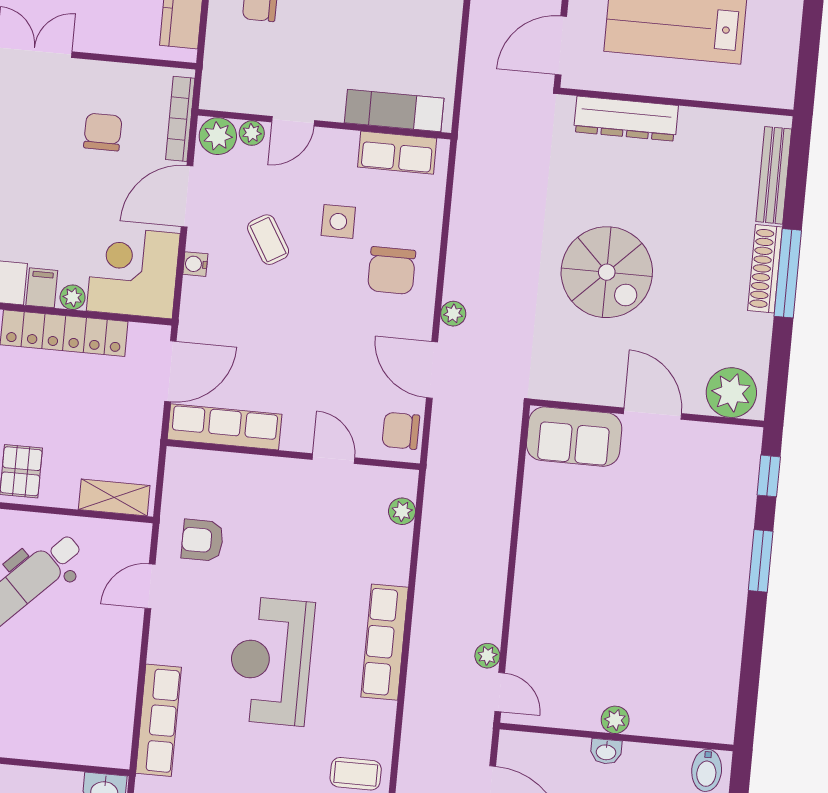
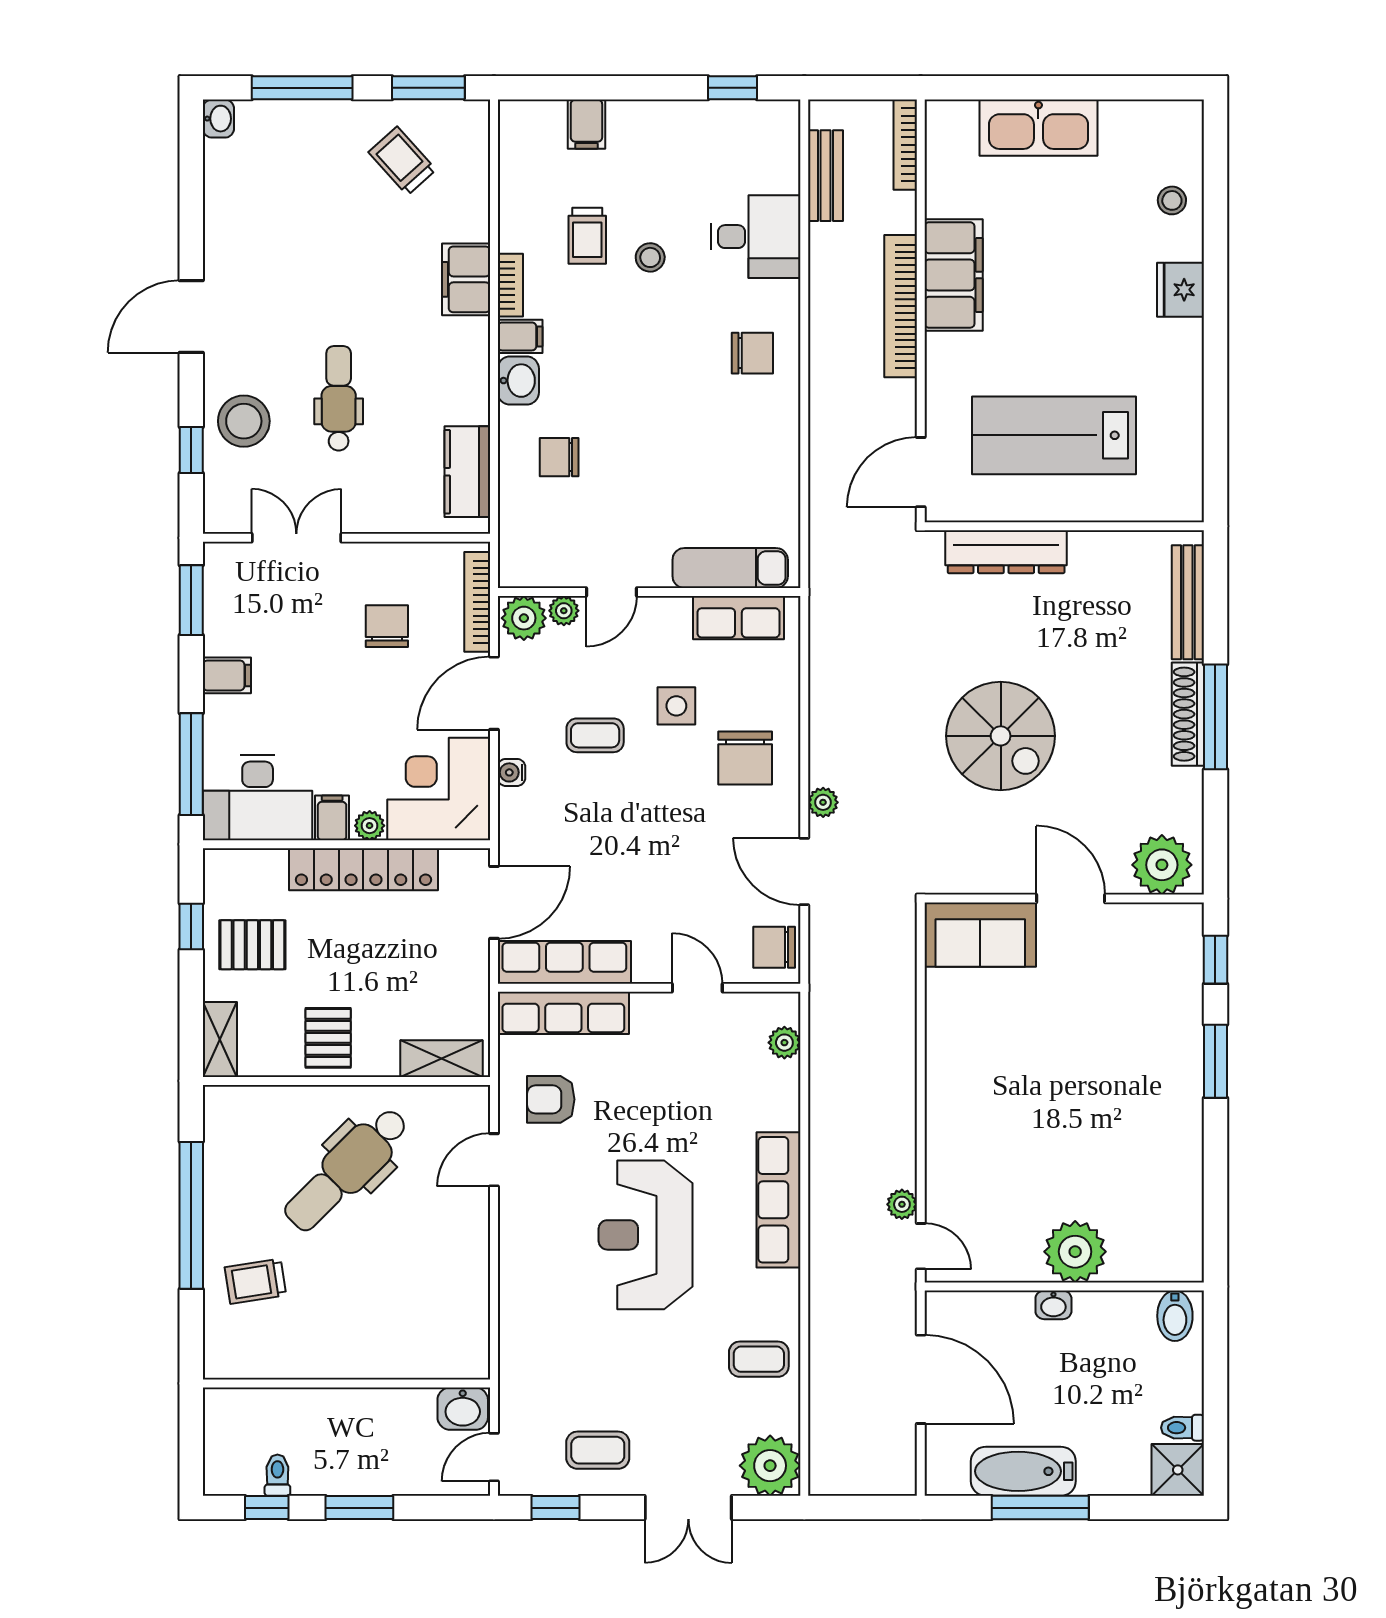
coffee table: (268, 240) -> (595, 735), turned -59
row of seats: (159, 720) -> (563, 1013), moved, turned 90
plant: (615, 720) -> (1075, 1252), width x1.88, depth x1.88

